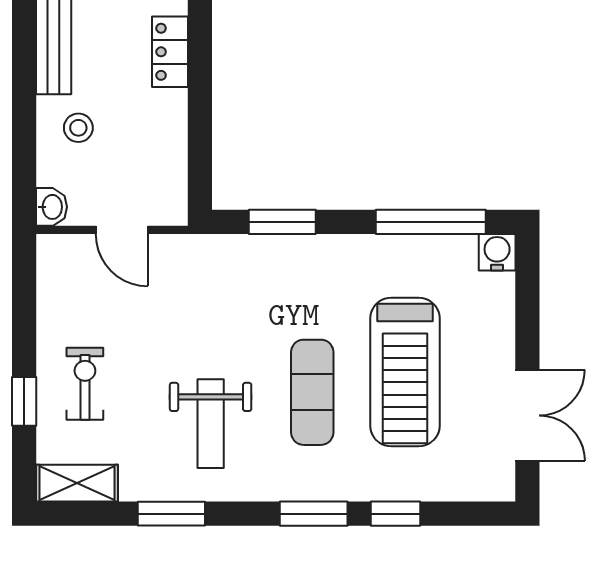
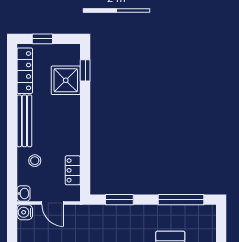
locker: (170, 52) -> (73, 170), moved
water cooler: (497, 252) -> (25, 212), moved, turned -90

